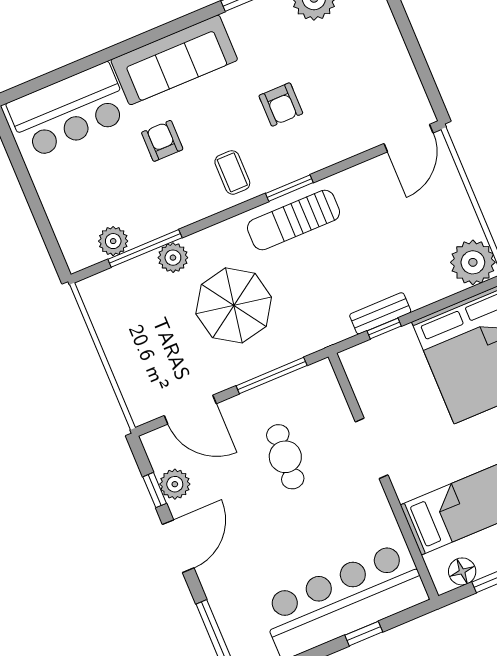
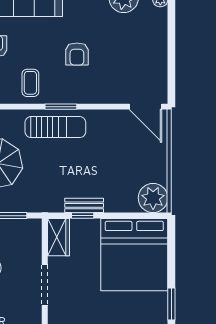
door: (408, 138) -> (146, 107), hinge flipped
sun lounger: (294, 220) -> (55, 127), turned 180
wardrobe: (363, 373) -> (59, 237), added

